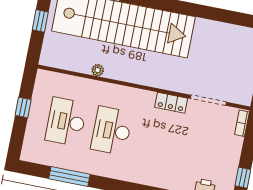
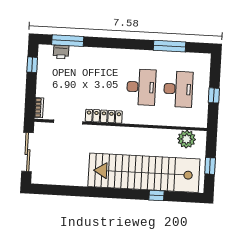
plant: (98, 70) -> (187, 139), moved, width x1.88, depth x1.88
locker: (171, 103) -> (104, 116), width x1.53

